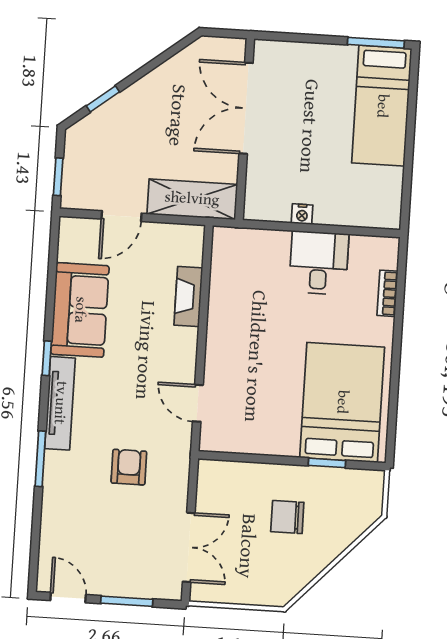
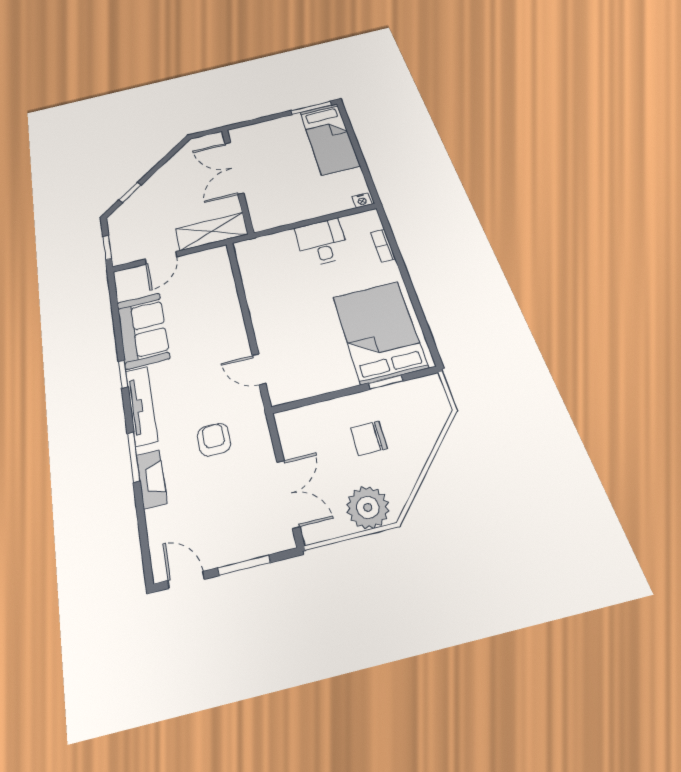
nightstand: (302, 214) -> (362, 200), moved
fireplace: (188, 297) -> (152, 479), moved, turned 180
plant: (261, 585) -> (368, 507), added

